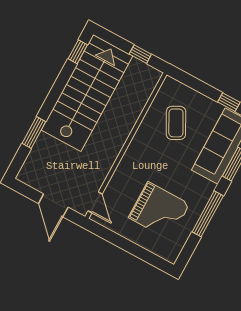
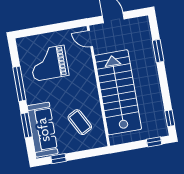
window: (140, 54) -> (154, 142), moved
stairs: (87, 93) -> (118, 92), moved, turned 180

